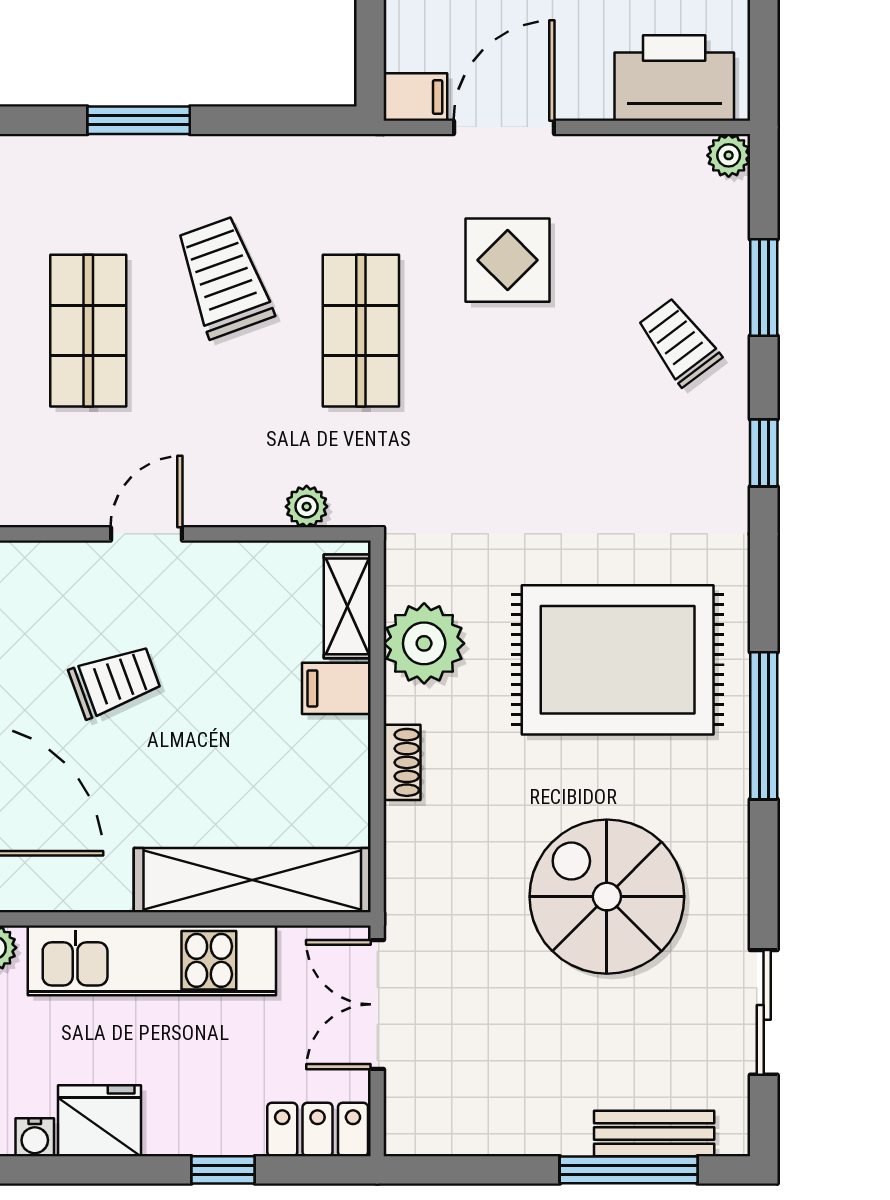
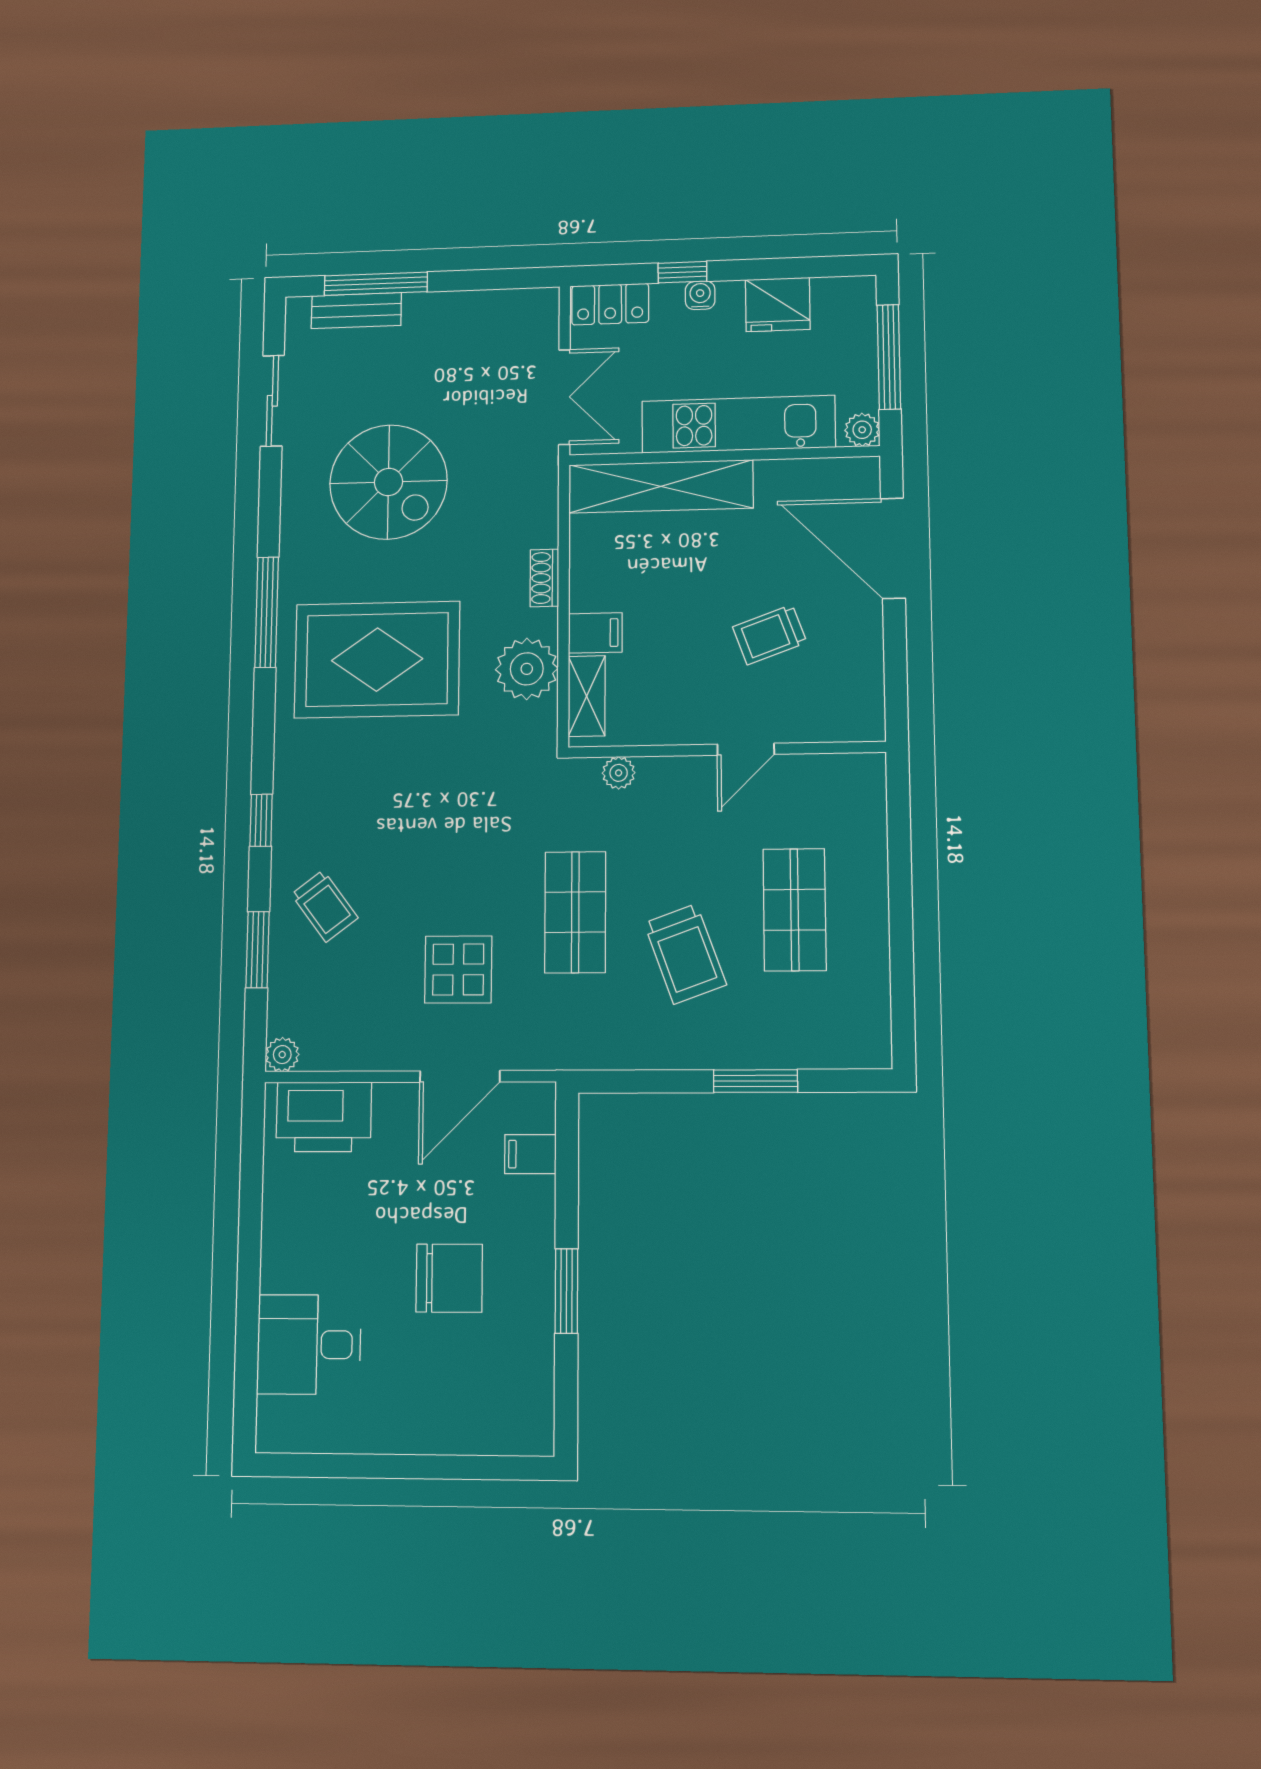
filing cabinet: (415, 97) -> (530, 1154), moved
water cooler: (35, 1137) -> (700, 295), moved

